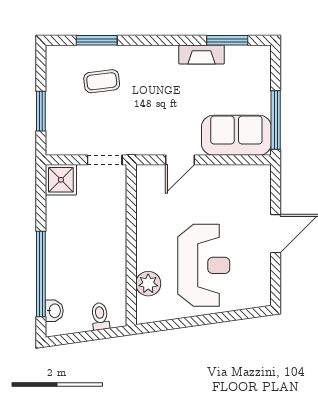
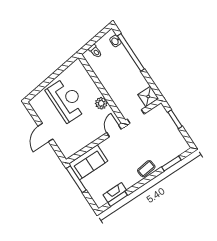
fireplace: (201, 54) -> (115, 192), moved
coffee table: (102, 81) -> (146, 169), moved
door: (180, 160) -> (114, 131), moved
reception desk: (204, 265) -> (66, 100), turned 180
plant: (148, 284) -> (101, 103), moved

